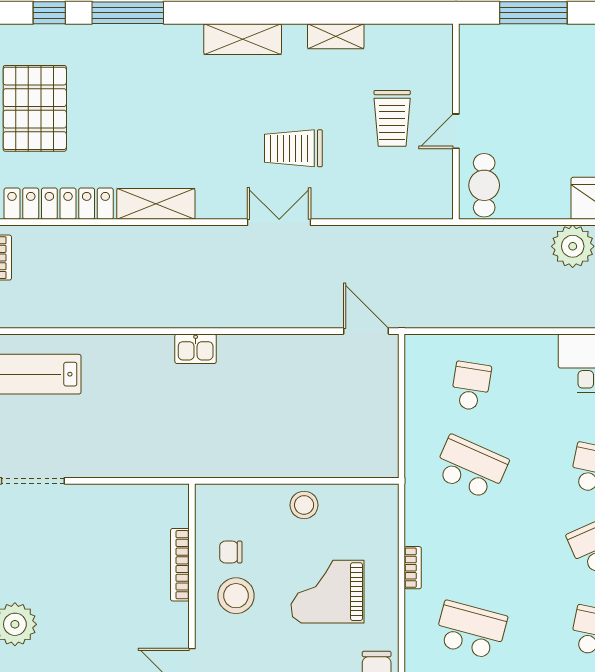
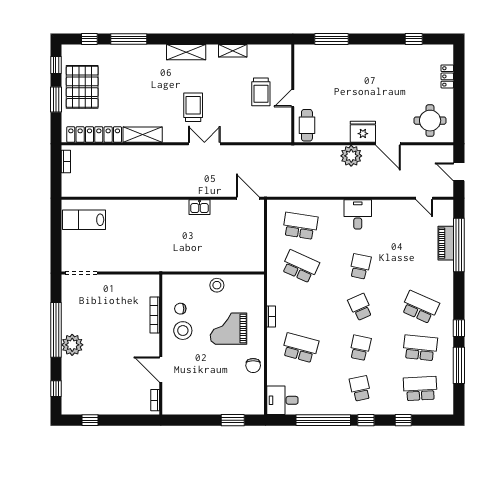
trolley: (293, 148) -> (193, 107), moved, turned 90
kitchen sink: (196, 349) -> (199, 207), moved
school desk: (471, 386) -> (300, 226), width x1.85

